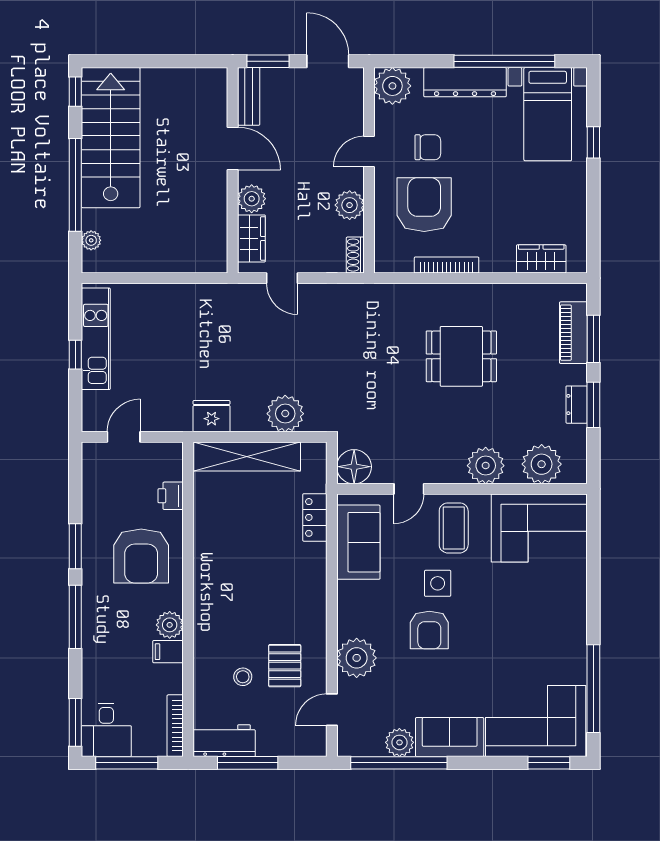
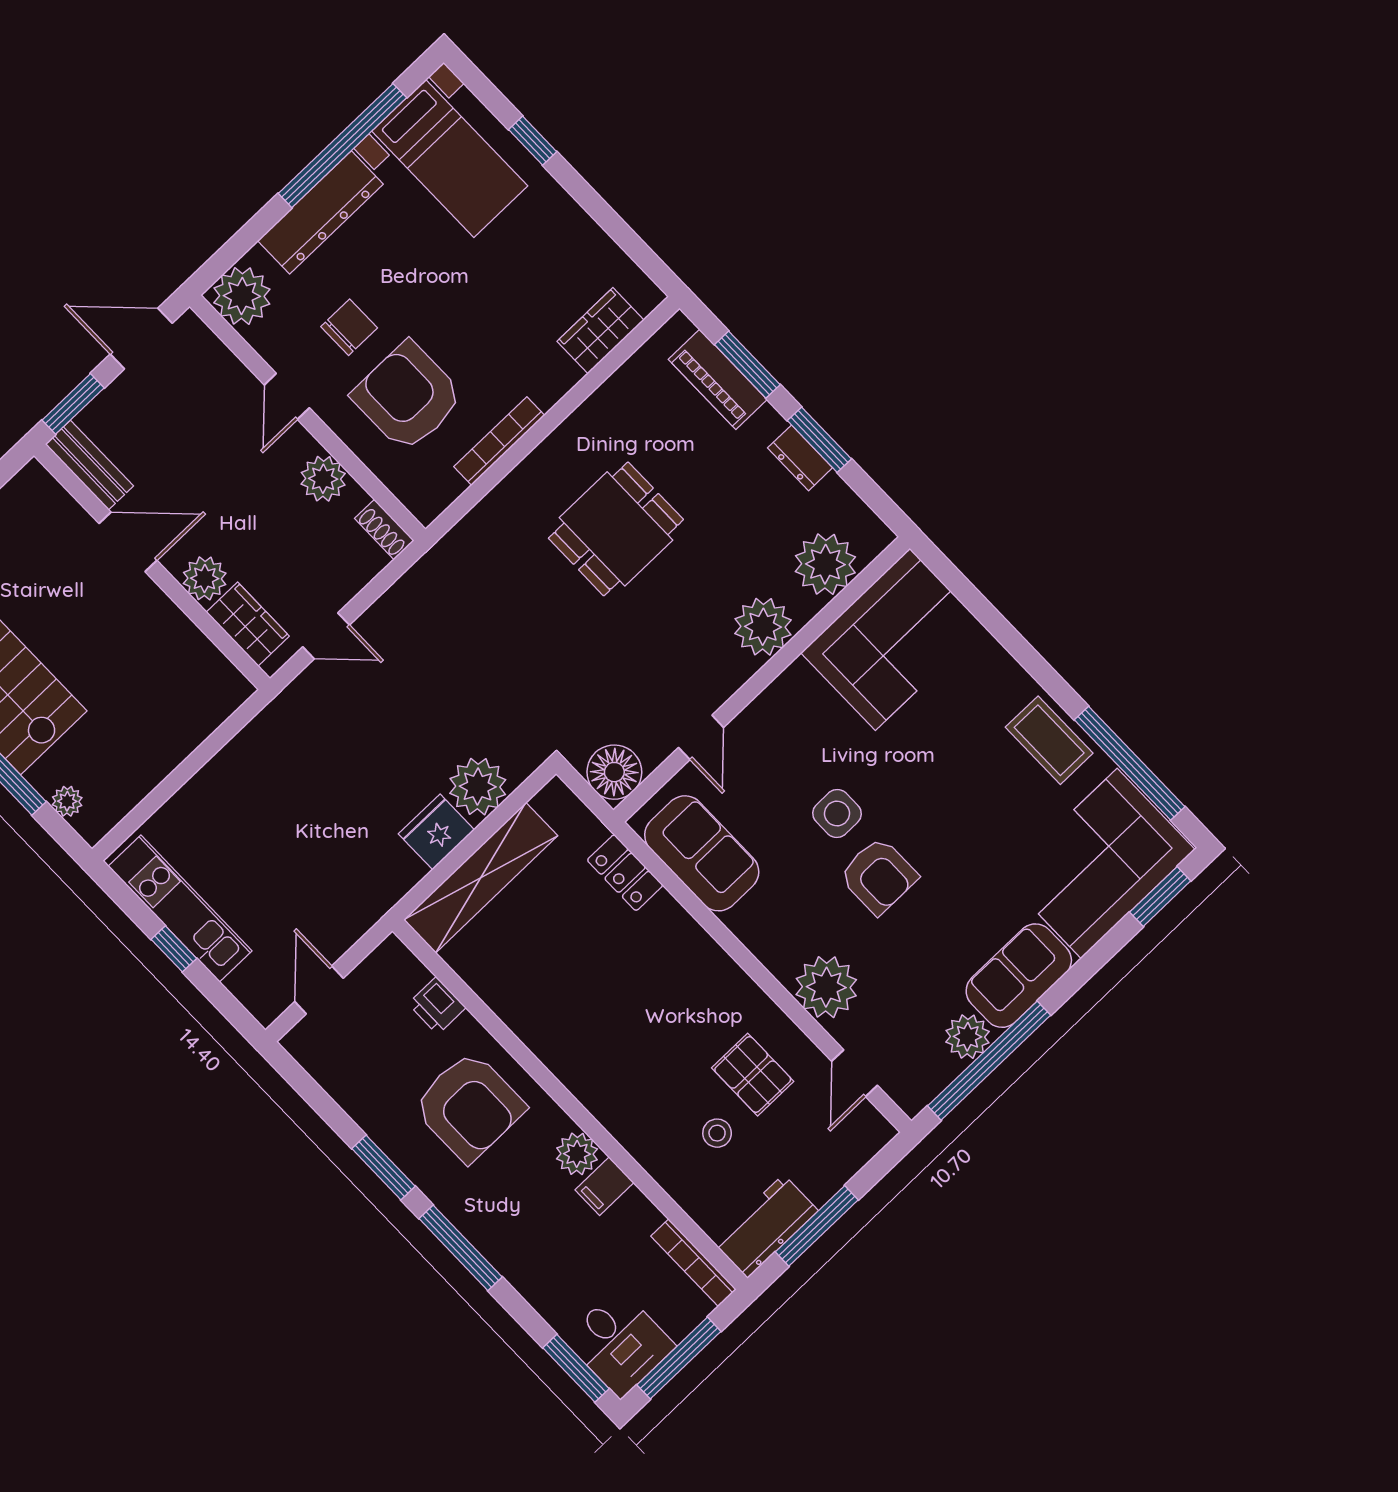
fridge: (212, 416) -> (436, 832), moved
coffee table: (454, 528) -> (1049, 740), moved

